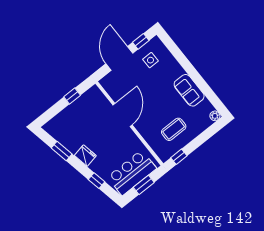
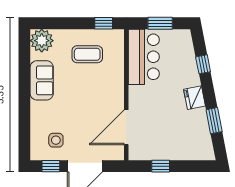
door: (122, 115) -> (126, 127), moved
plant: (215, 116) -> (42, 41), width x1.87, depth x1.87
bar counter: (132, 173) -> (144, 57), moved, turned -90

